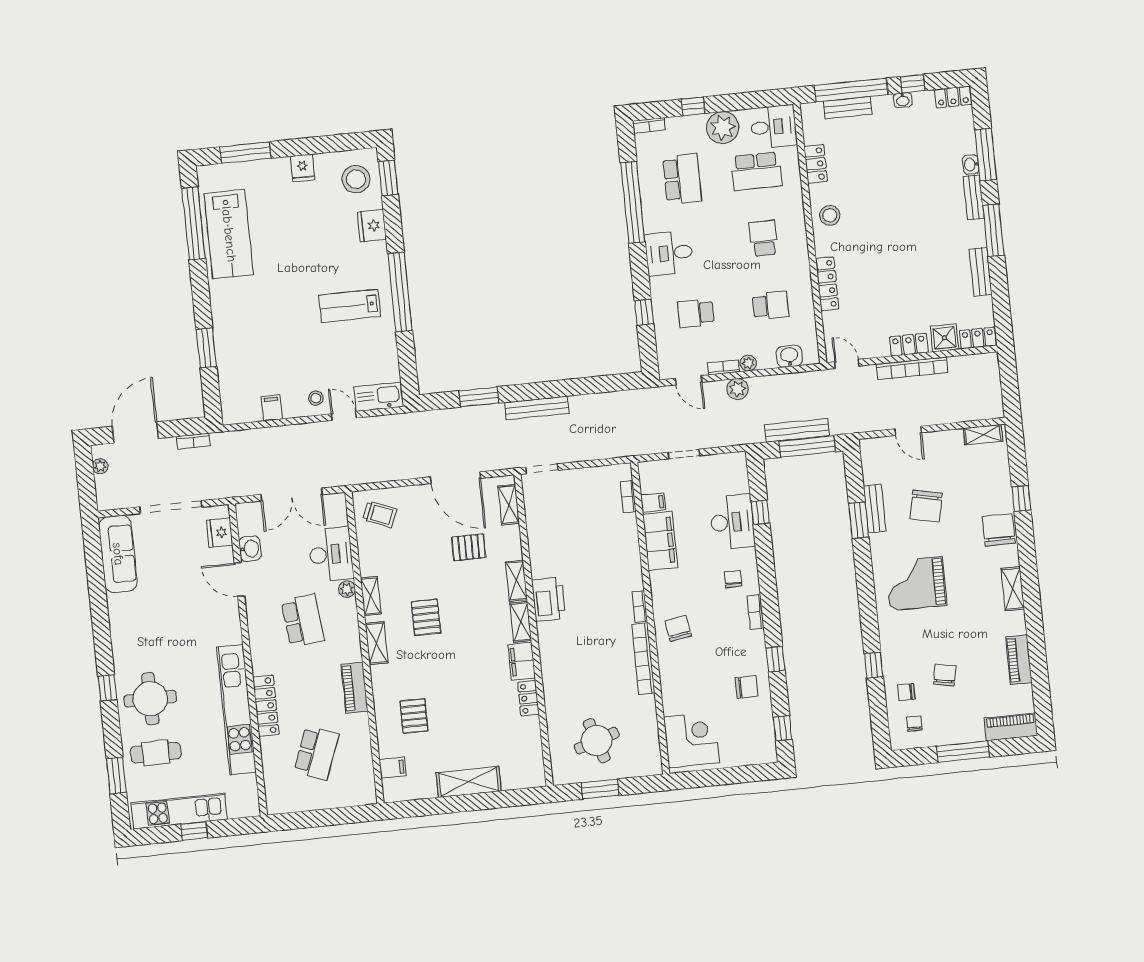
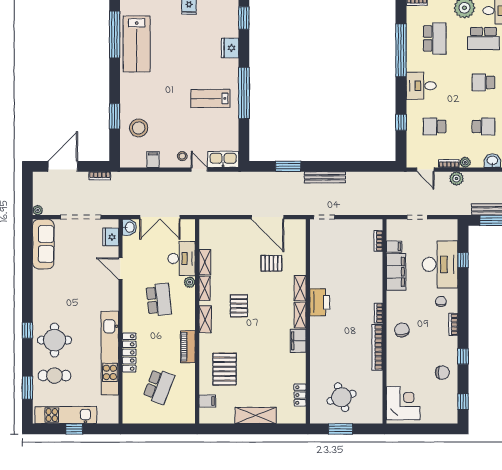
stool: (356, 179) -> (139, 128), moved
school desk: (763, 238) -> (483, 82), turned -90
plant: (100, 466) -> (38, 210), moved
shelving: (509, 505) -> (205, 262), moved
trolley: (380, 514) -> (216, 236), removed
desk: (732, 522) -> (440, 264), width x1.36, depth x1.30
washbasin: (250, 549) -> (129, 227), moved
locker: (528, 698) -> (300, 395), moved
pallet: (414, 716) -> (225, 369), width x1.50, depth x1.42

